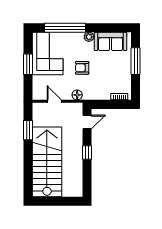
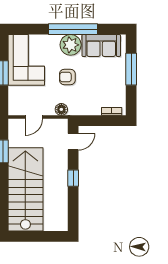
window: (65, 28) -> (73, 29), moved
plant: (89, 37) -> (71, 45), width x1.88, depth x1.88
door: (54, 101) -> (34, 117), swing flipped

